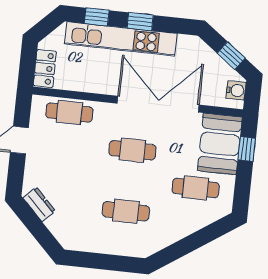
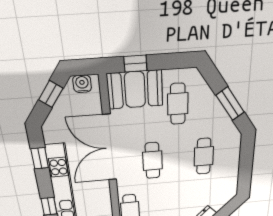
window: (140, 22) -> (40, 158), moved
window: (185, 246) -> (230, 104), added

